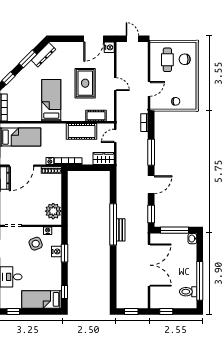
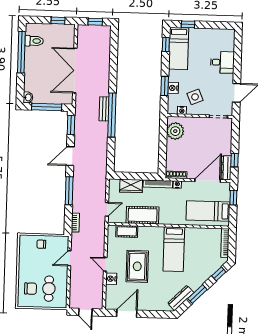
nightstand: (109, 47) -> (111, 279), moved
wardrobe: (104, 158) -> (131, 186), moved
bed: (42, 299) -> (179, 49), moved, turned 90
window: (13, 311) -> (188, 24), moved

